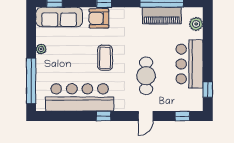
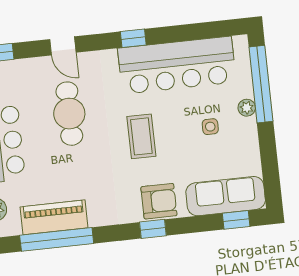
plant: (41, 49) -> (247, 108), moved
side table: (64, 59) -> (210, 127), added
door: (146, 116) -> (63, 46), swing flipped

